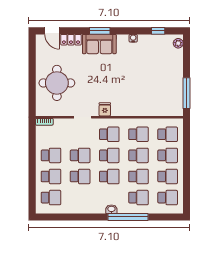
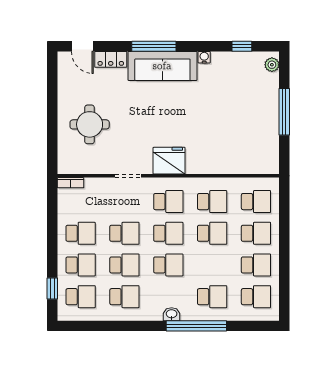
window: (100, 31) -> (154, 46), width x1.44
sofa: (99, 44) -> (162, 66), width x1.36
round table: (57, 83) -> (90, 124), width x0.73, depth x0.73
window: (186, 93) -> (284, 112), moved
fridge: (105, 109) -> (169, 161), width x1.88, depth x1.34
school desk: (138, 176) -> (124, 297), moved
window: (32, 192) -> (52, 288), added

